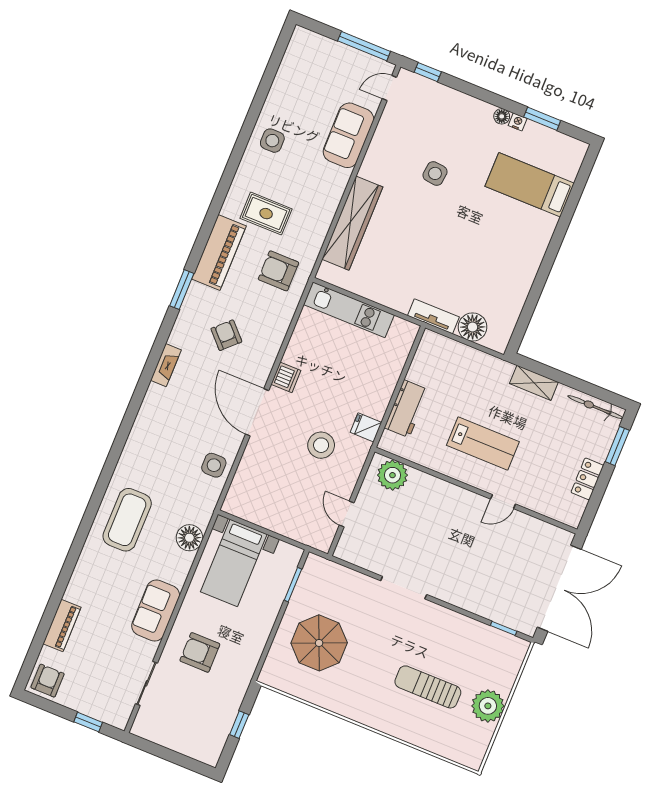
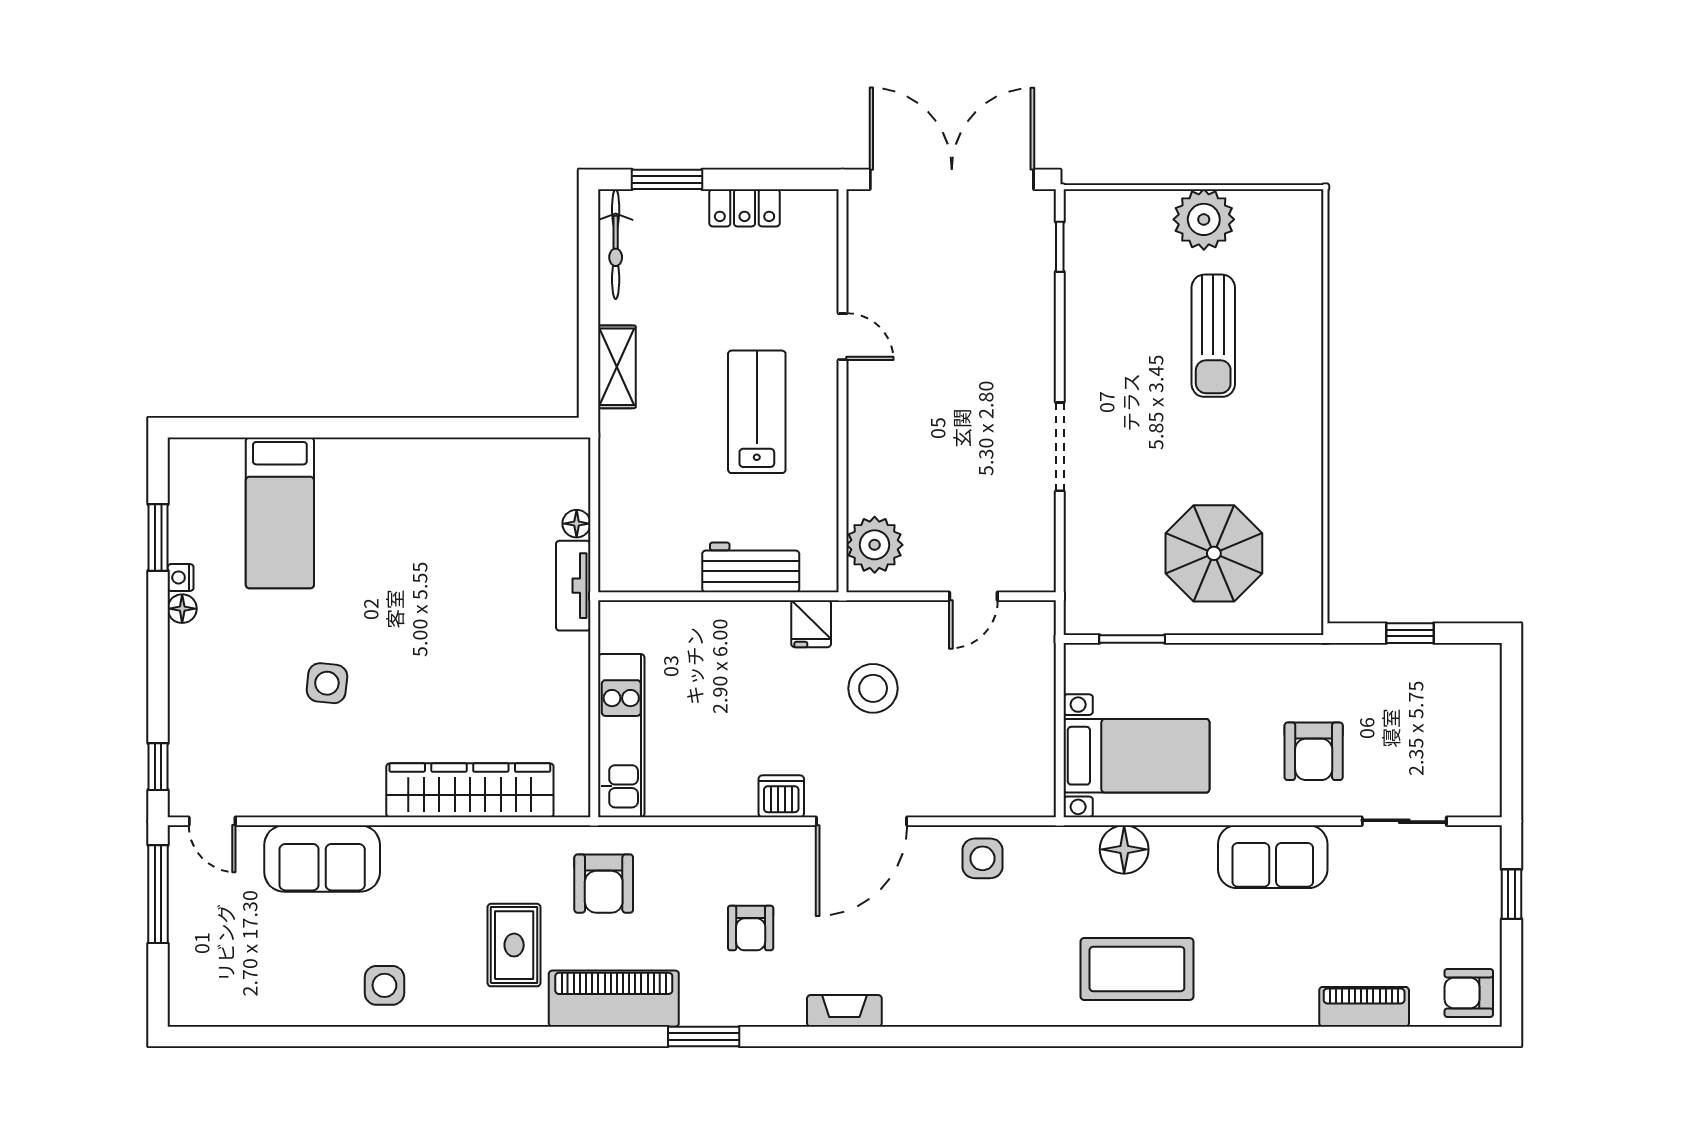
floor lamp: (473, 327) -> (577, 524), width x0.53, depth x0.53
armchair: (226, 335) -> (751, 928), turned -46

